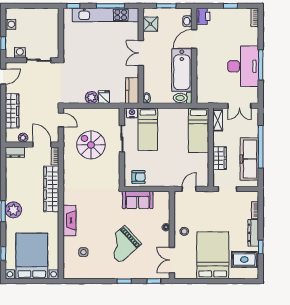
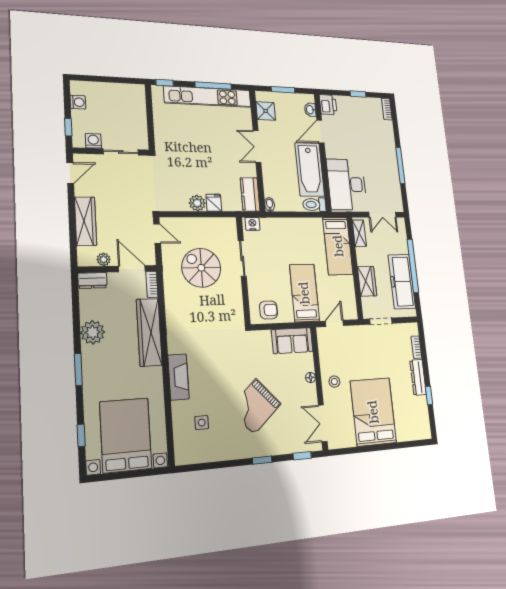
desk: (243, 66) -> (347, 184), moved, turned 180
bed: (148, 129) -> (304, 293), moved, turned 180
sofa: (138, 200) -> (292, 341), moved
plant: (13, 210) -> (93, 332), moved
rug: (244, 260) -> (412, 414), removed

